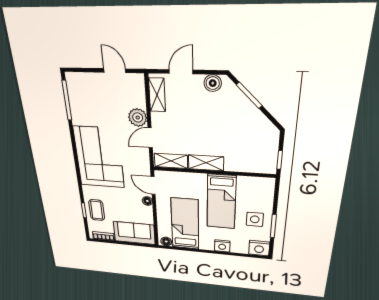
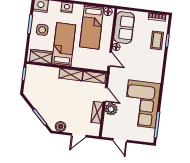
shelving: (157, 95) -> (97, 112), moved
door: (150, 138) -> (105, 95), hinge flipped
corner sofa: (99, 157) -> (142, 104), moved
wardrobe: (254, 185) -> (41, 57), added
sofa: (134, 233) -> (124, 28), moved, turned -90

